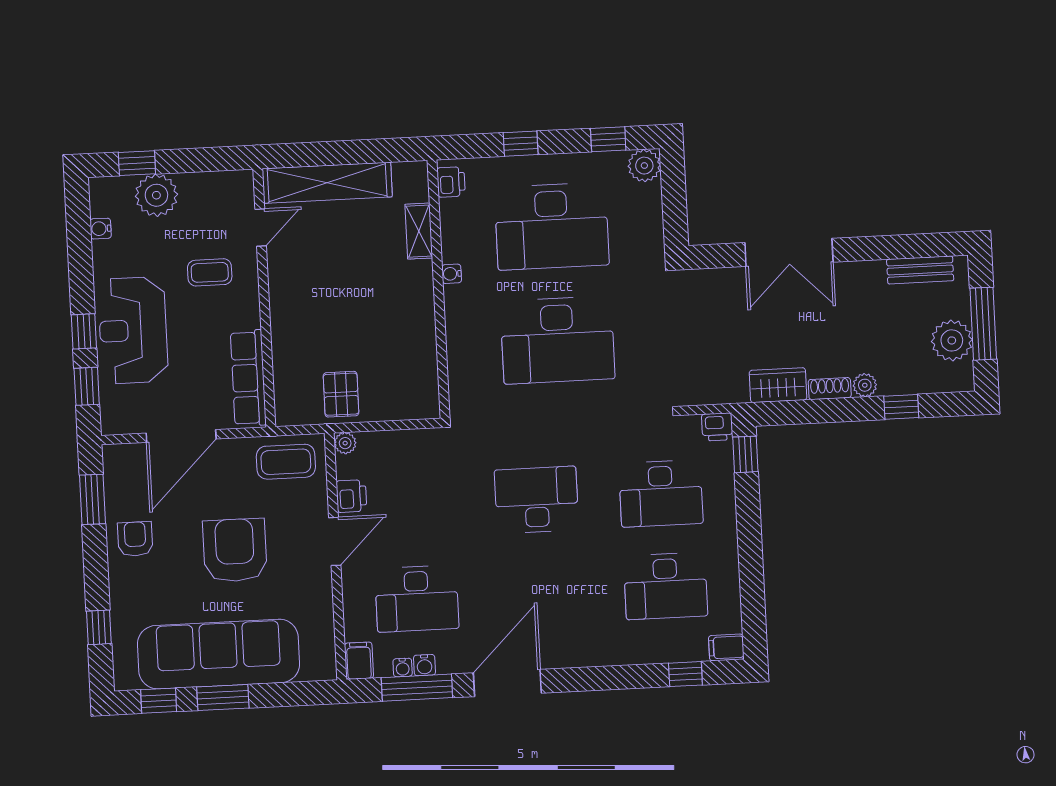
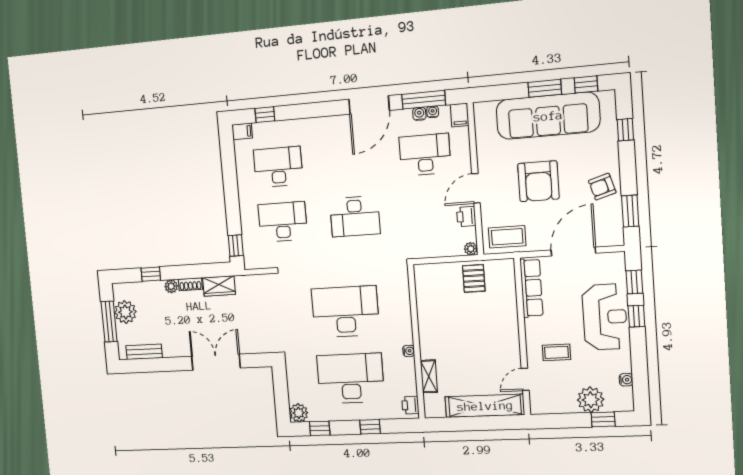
printer: (717, 427) -> (252, 261), removed
armchair: (135, 539) -> (602, 187), turned 73

